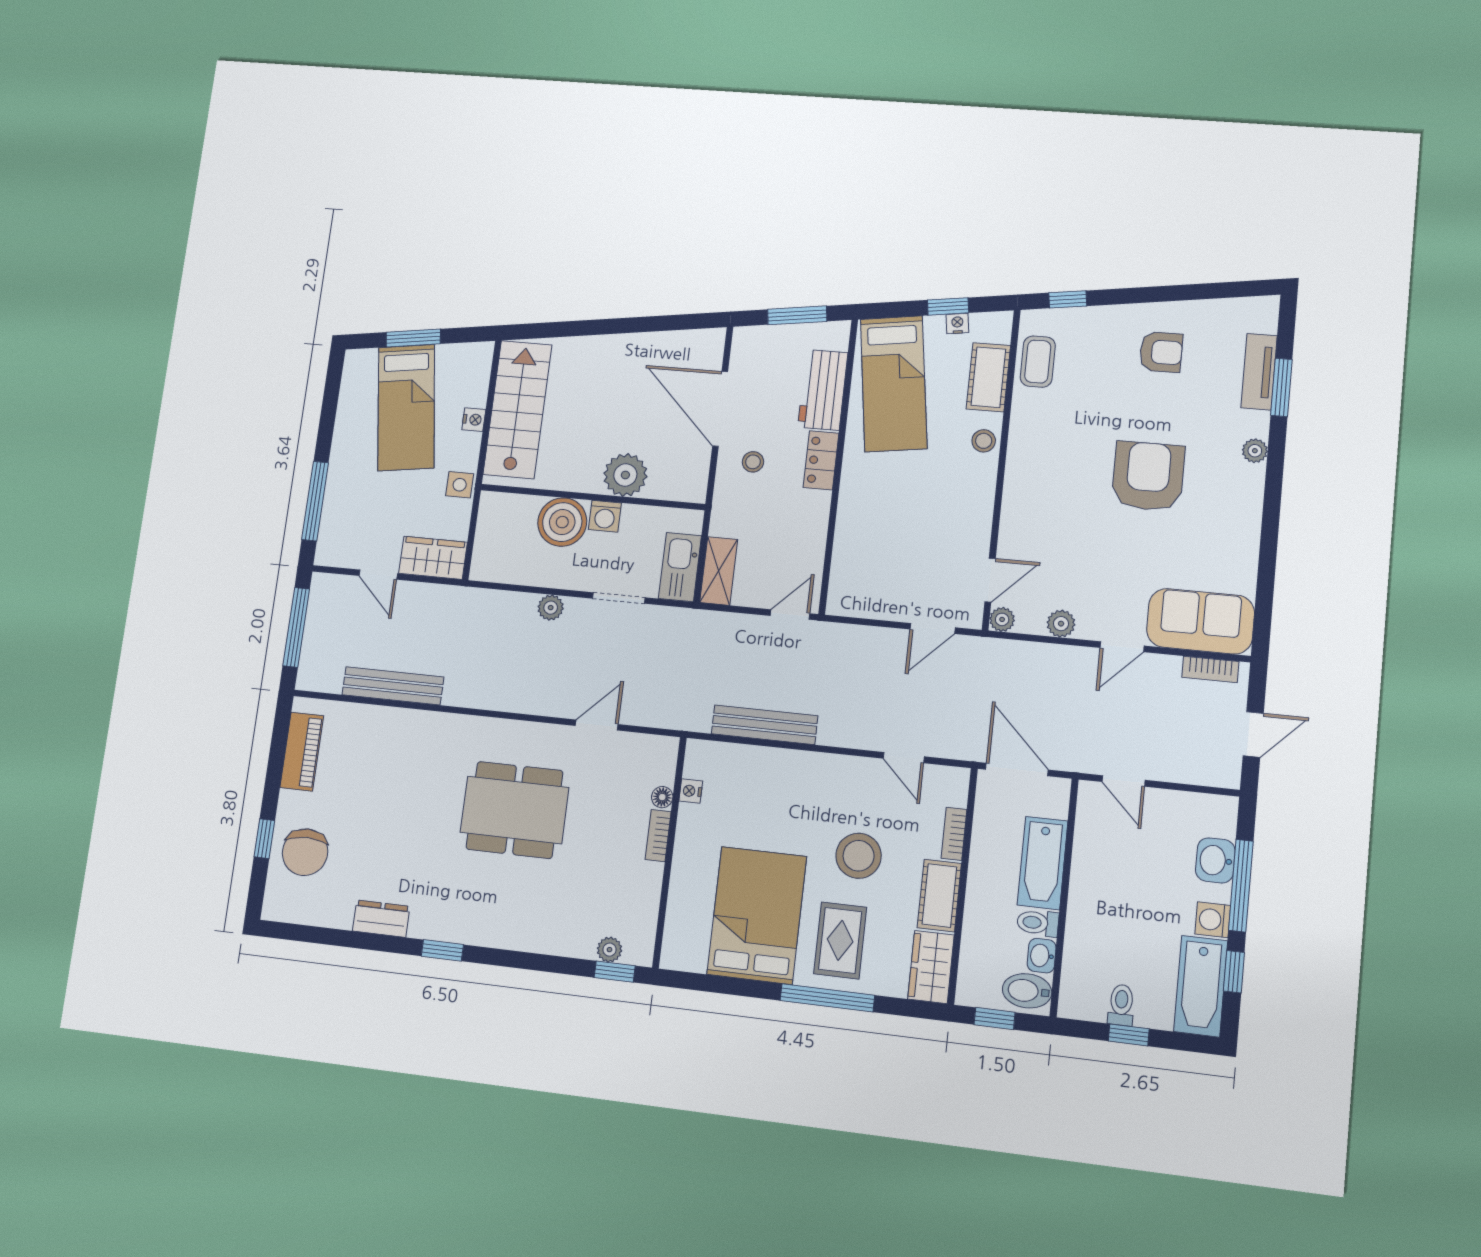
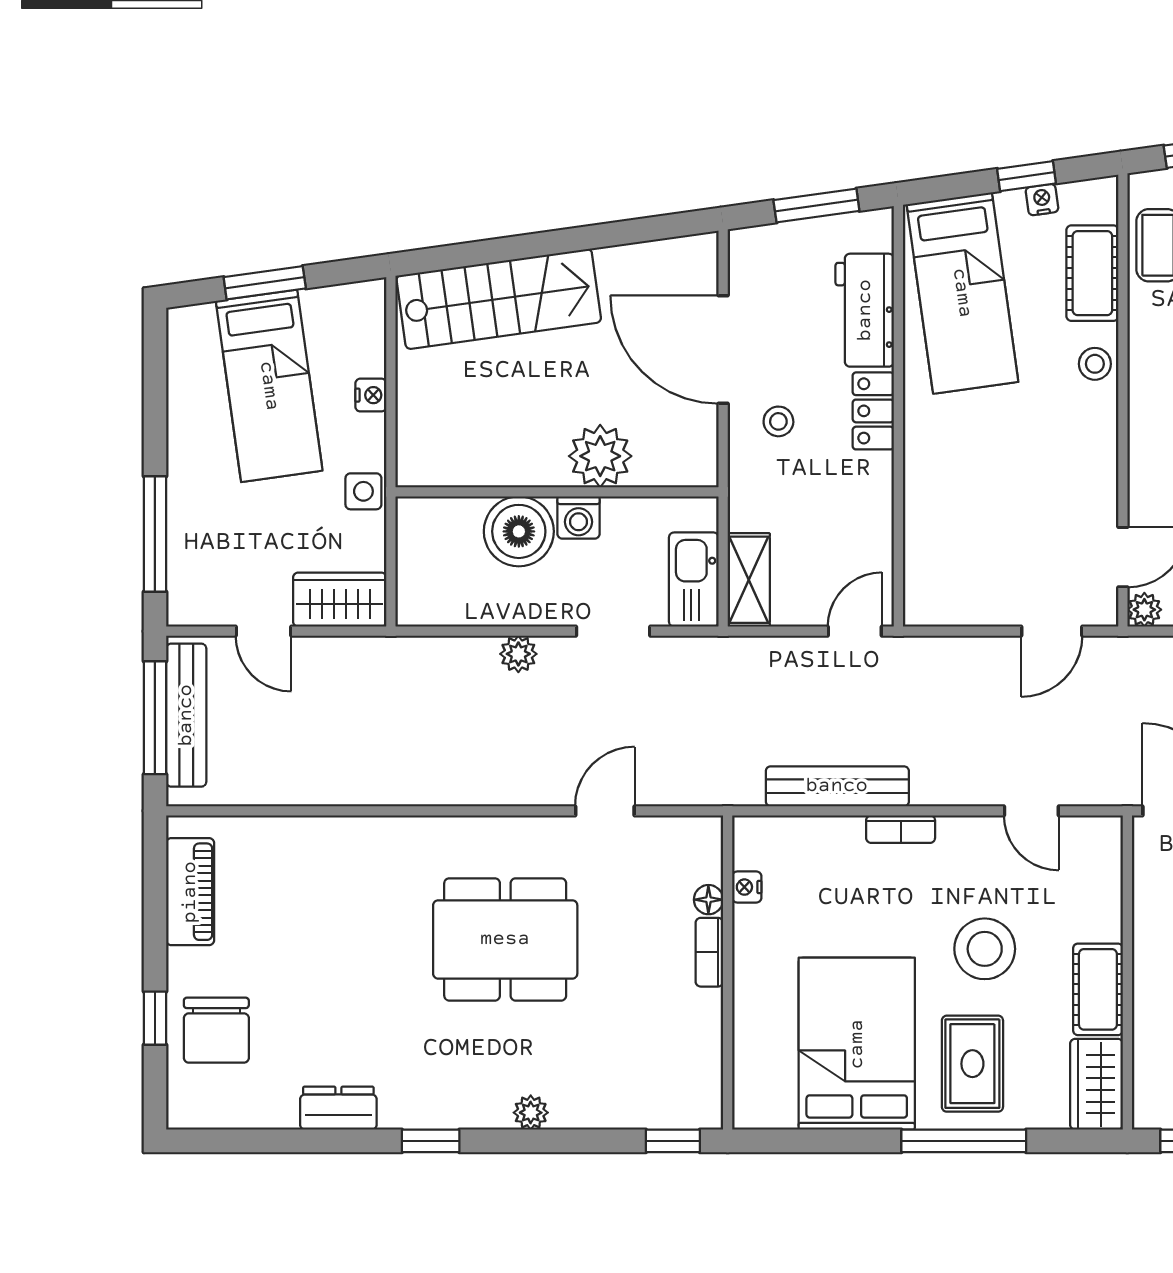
stairs: (518, 409) -> (499, 299), moved, turned 82
bench: (393, 686) -> (186, 715), moved, turned 90
bookcase: (954, 834) -> (901, 829), moved, turned -90
plant: (609, 950) -> (531, 1113), moved

